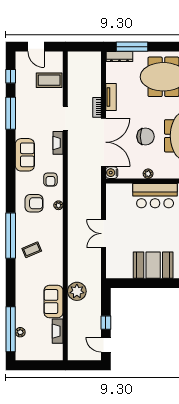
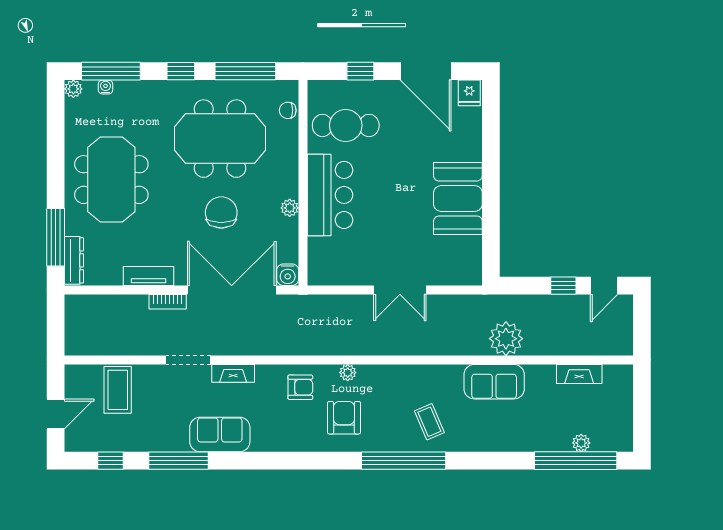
sofa: (25, 155) -> (220, 434), moved
sofa: (53, 302) -> (494, 382), moved

